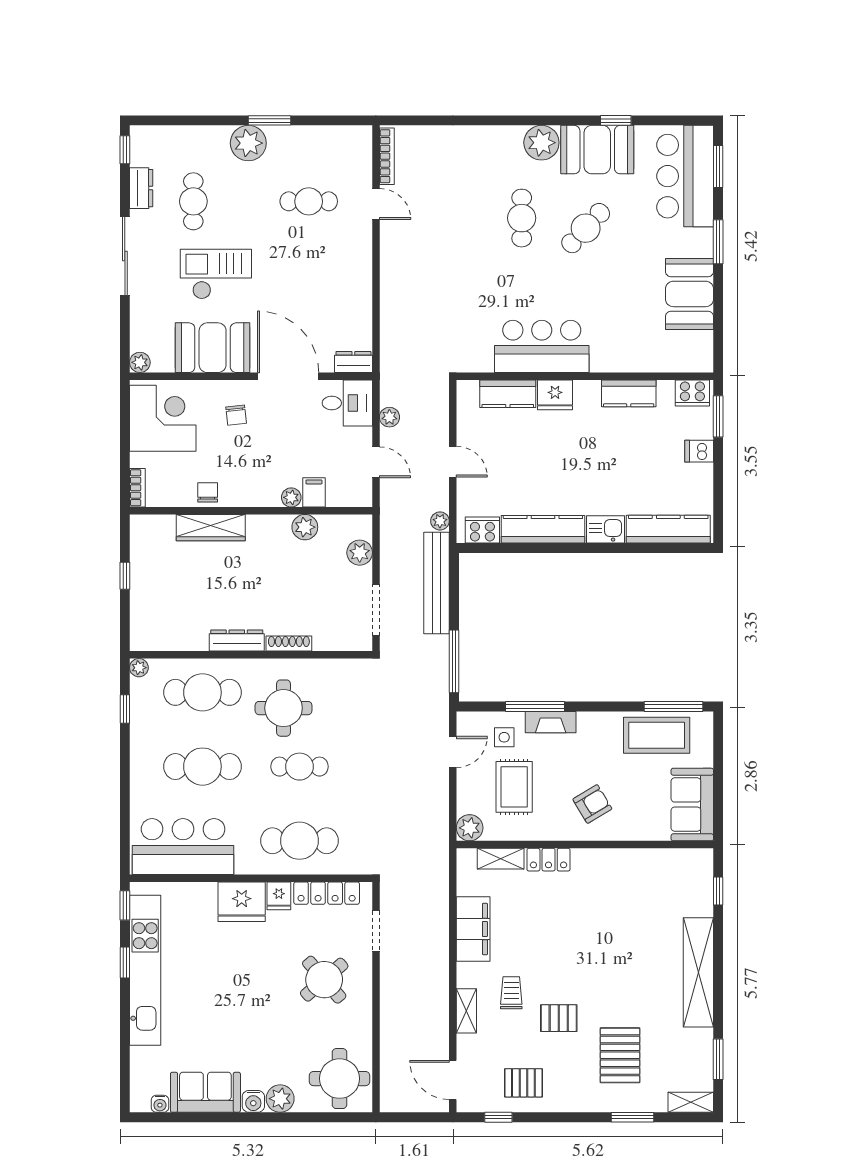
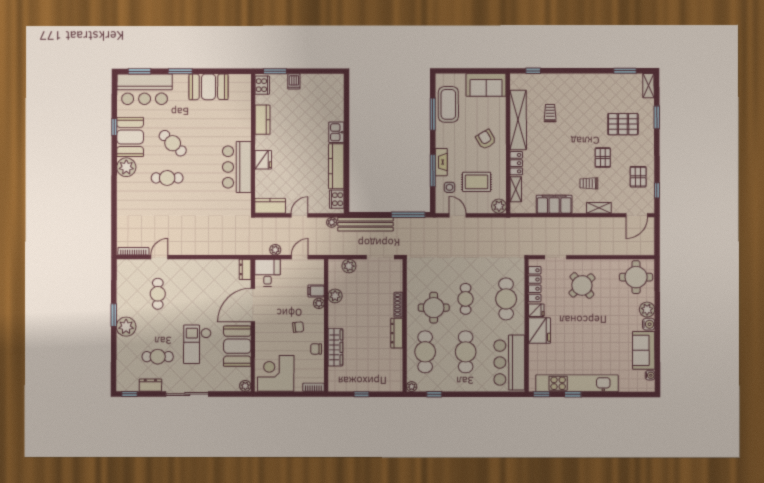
kitchen counter: (508, 394) -> (270, 206), moved, turned -90
chair: (236, 415) -> (298, 327), moved
kitchen counter: (668, 529) -> (336, 98), removed
window: (674, 706) -> (433, 114), moved
trolley: (640, 922) -> (550, 113), added
shelving: (698, 972) -> (518, 120), moved, turned 90

